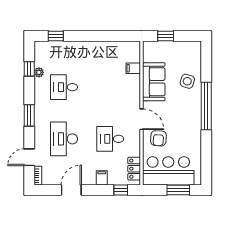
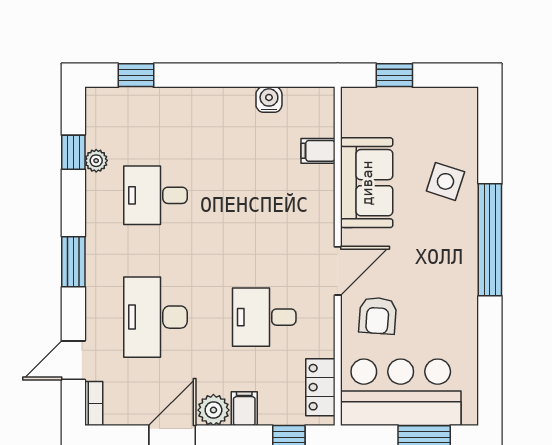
water cooler: (112, 46) -> (269, 100), added
door: (141, 119) -> (338, 271), hinge flipped
plant: (89, 178) -> (213, 410), added

